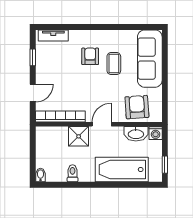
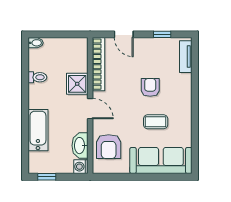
armchair: (90, 56) -> (150, 87), moved, turned -90
armchair: (137, 107) -> (109, 147), turned 94
bathtub: (122, 169) -> (38, 130), width x0.73, depth x0.73

